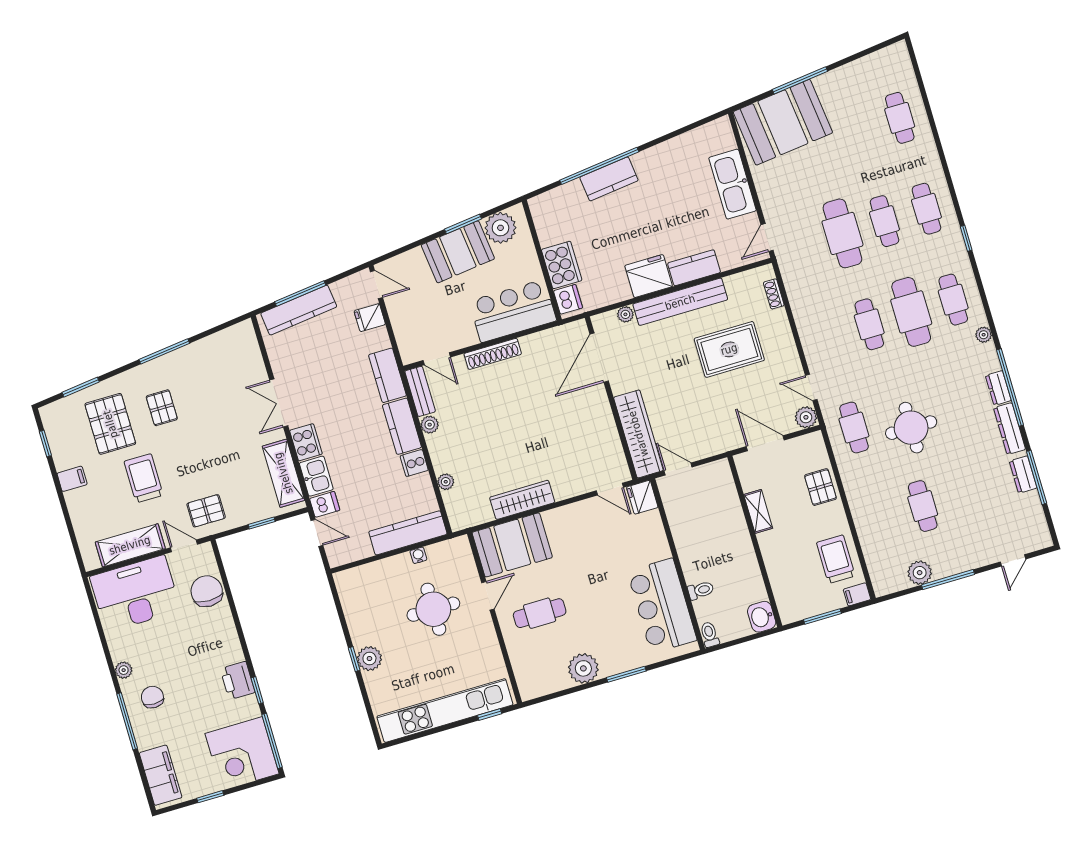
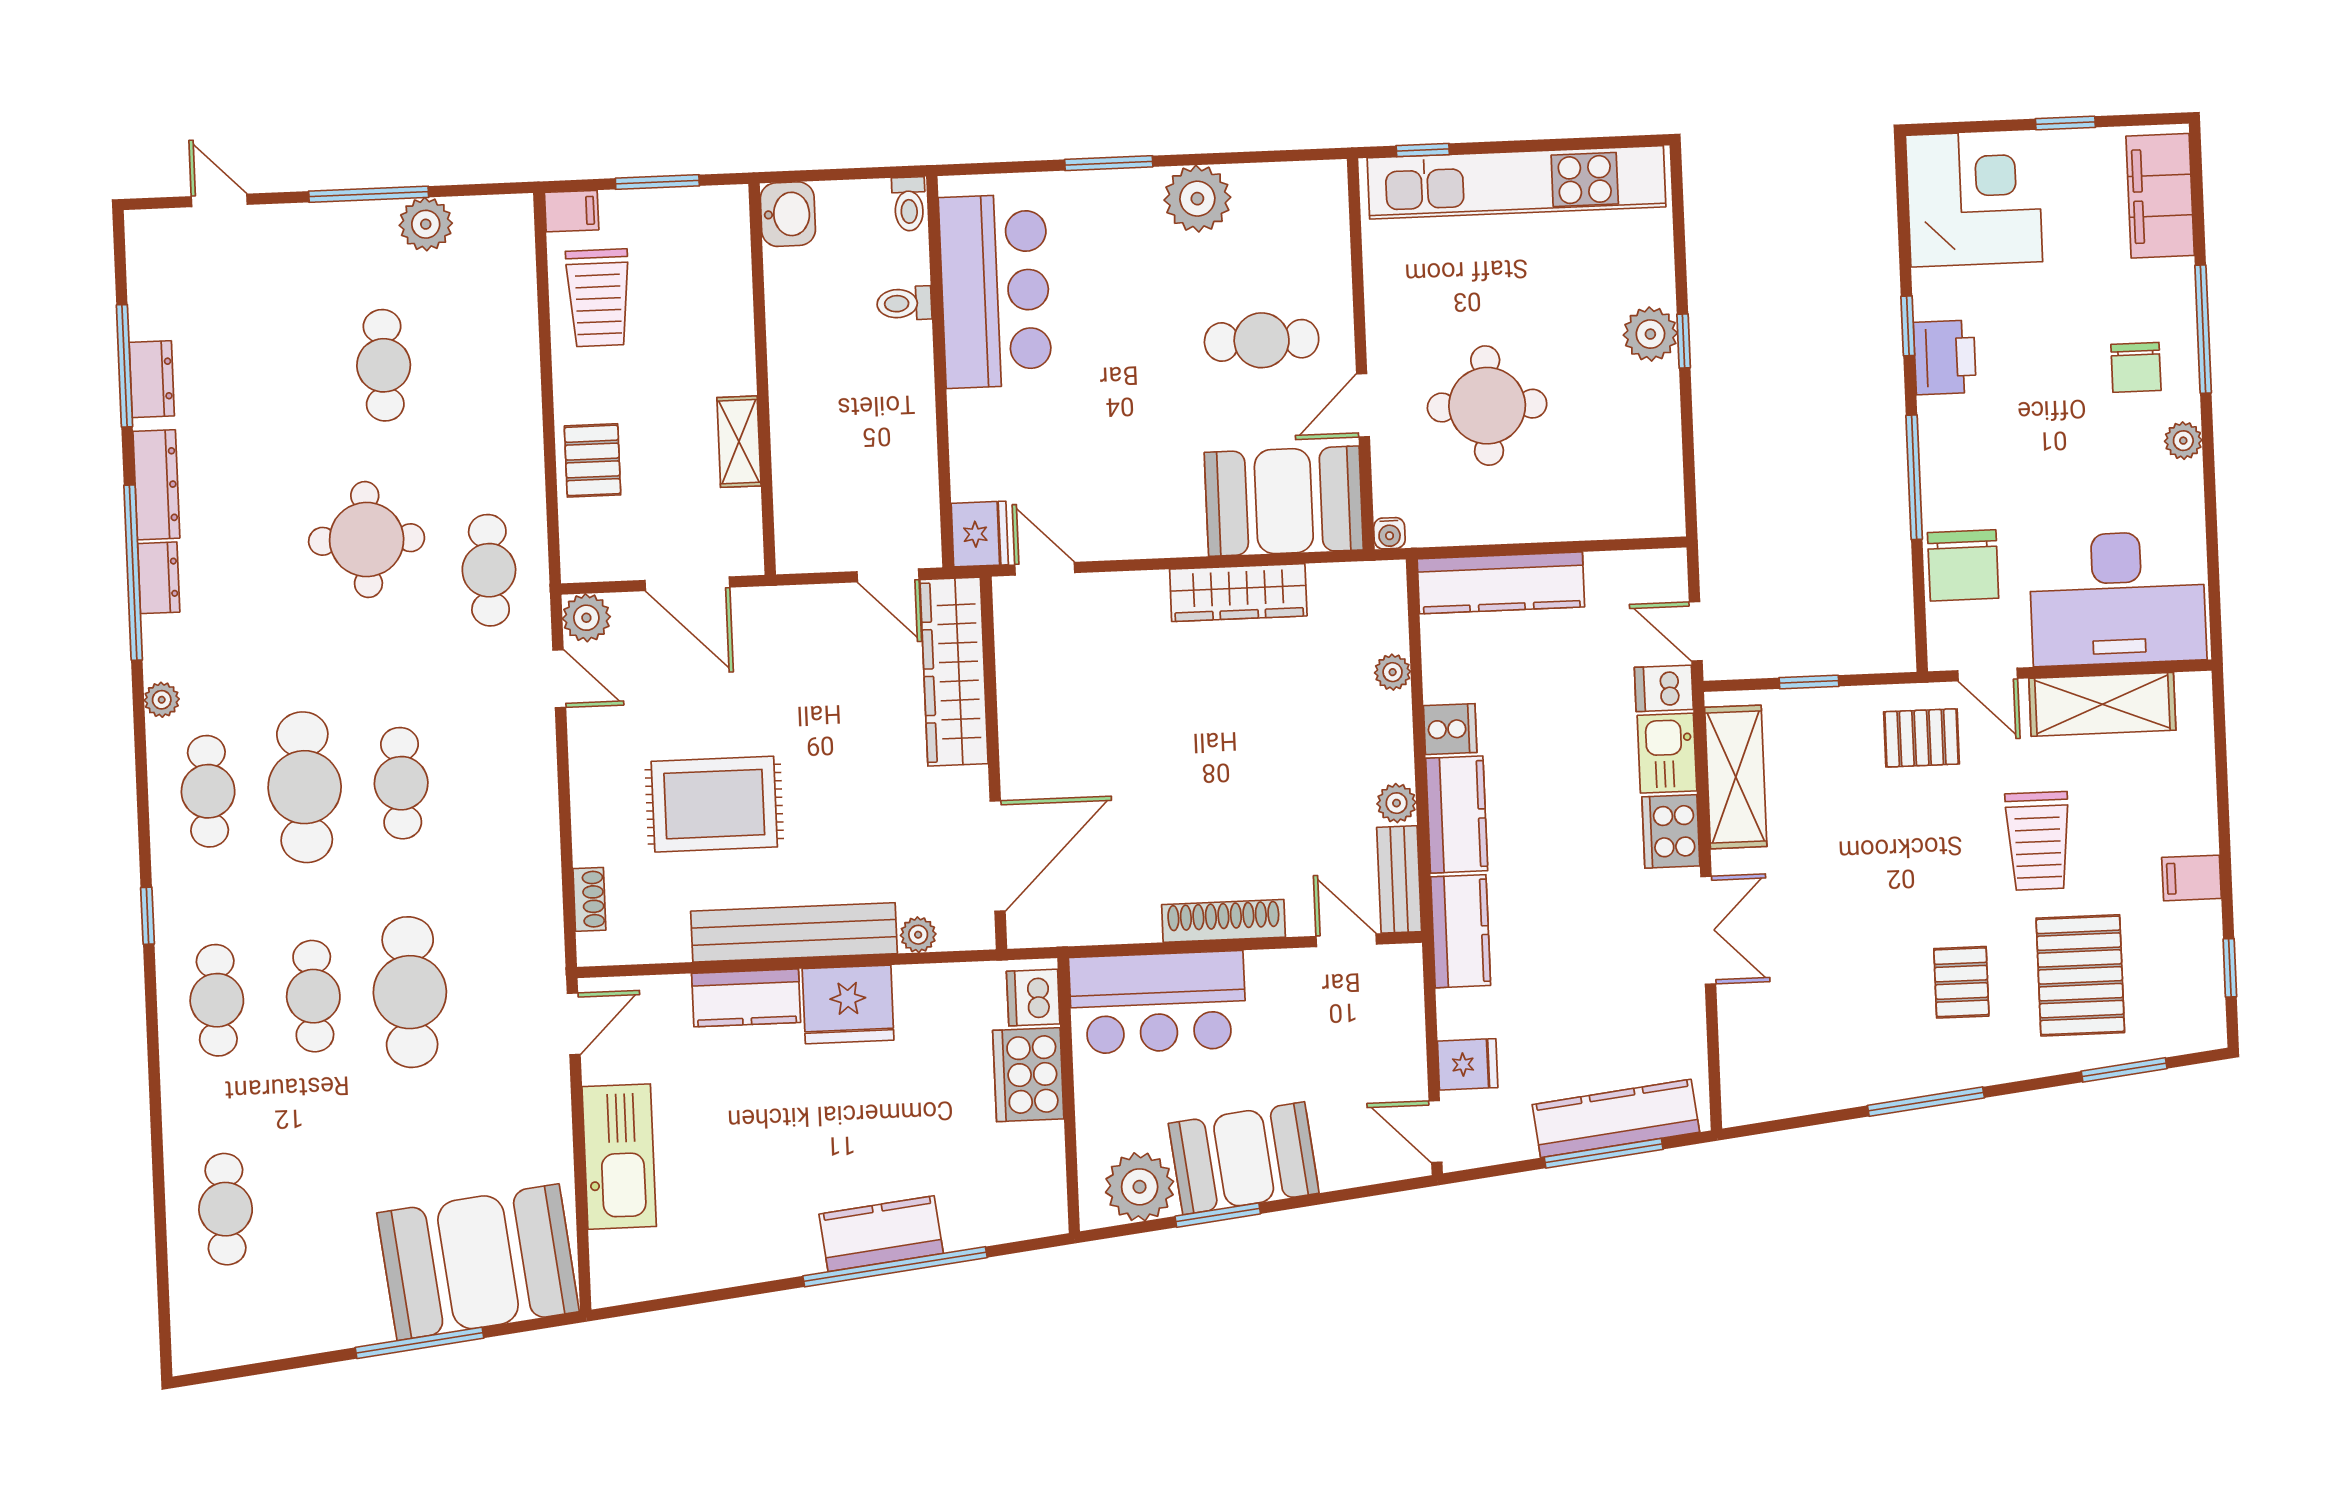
water cooler: (418, 555) -> (1389, 533), moved
door: (1013, 560) -> (219, 200), hinge flipped
window: (272, 741) -> (1914, 477), moved

